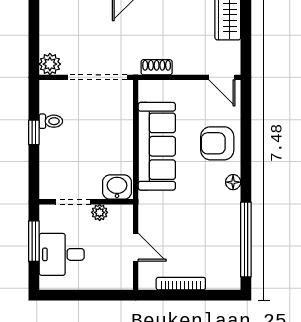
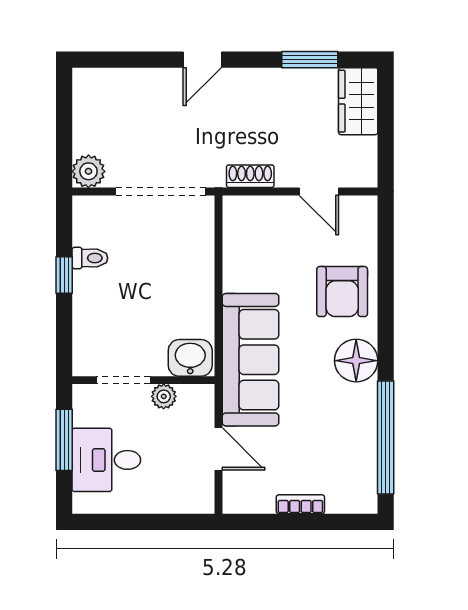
door: (222, 77) -> (319, 192), moved
armchair: (217, 143) -> (342, 292), turned -90
sofa: (157, 146) -> (250, 360), moved
floor lamp: (233, 182) -> (356, 361), width x1.89, depth x1.89
bookcase: (181, 284) -> (300, 504), width x0.64

